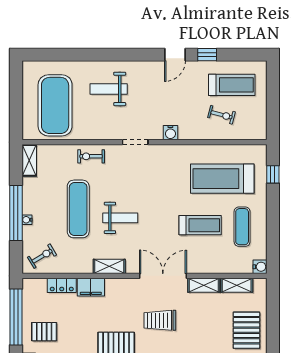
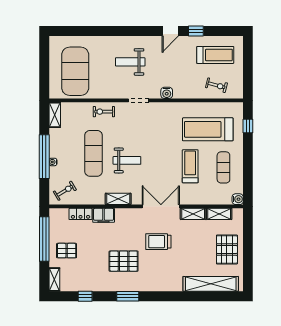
weight bench: (109, 89) -> (130, 62), moved
exercise bike: (221, 115) -> (216, 85), moved
treadmill: (200, 225) -> (190, 166), turned -90

